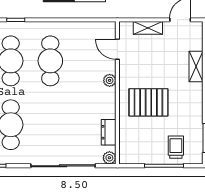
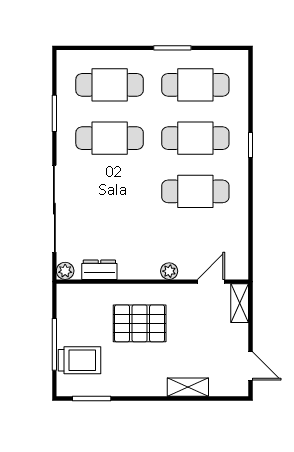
shelving: (148, 28) -> (240, 303), moved
pallet: (148, 102) -> (140, 323), turned 90
trolley: (176, 147) -> (79, 360), width x1.36, depth x1.39

